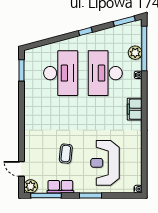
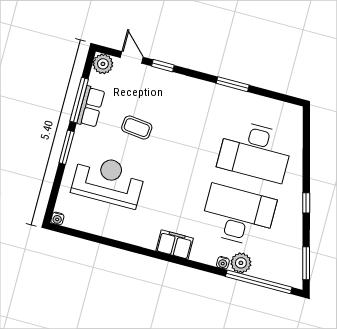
plant: (135, 53) -> (241, 263), moved
window: (21, 70) -> (233, 84), moved
window: (21, 147) -> (163, 66), added
door: (21, 169) -> (132, 57), hinge flipped
window: (46, 195) -> (79, 100), moved

